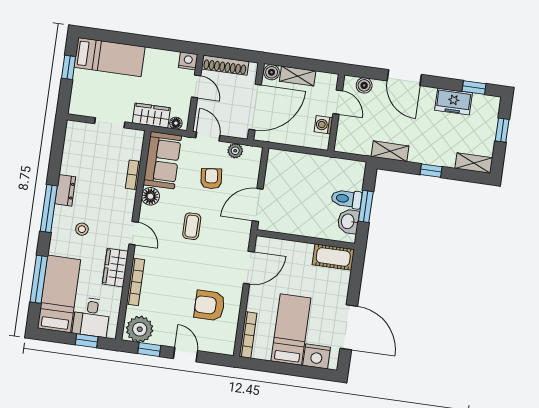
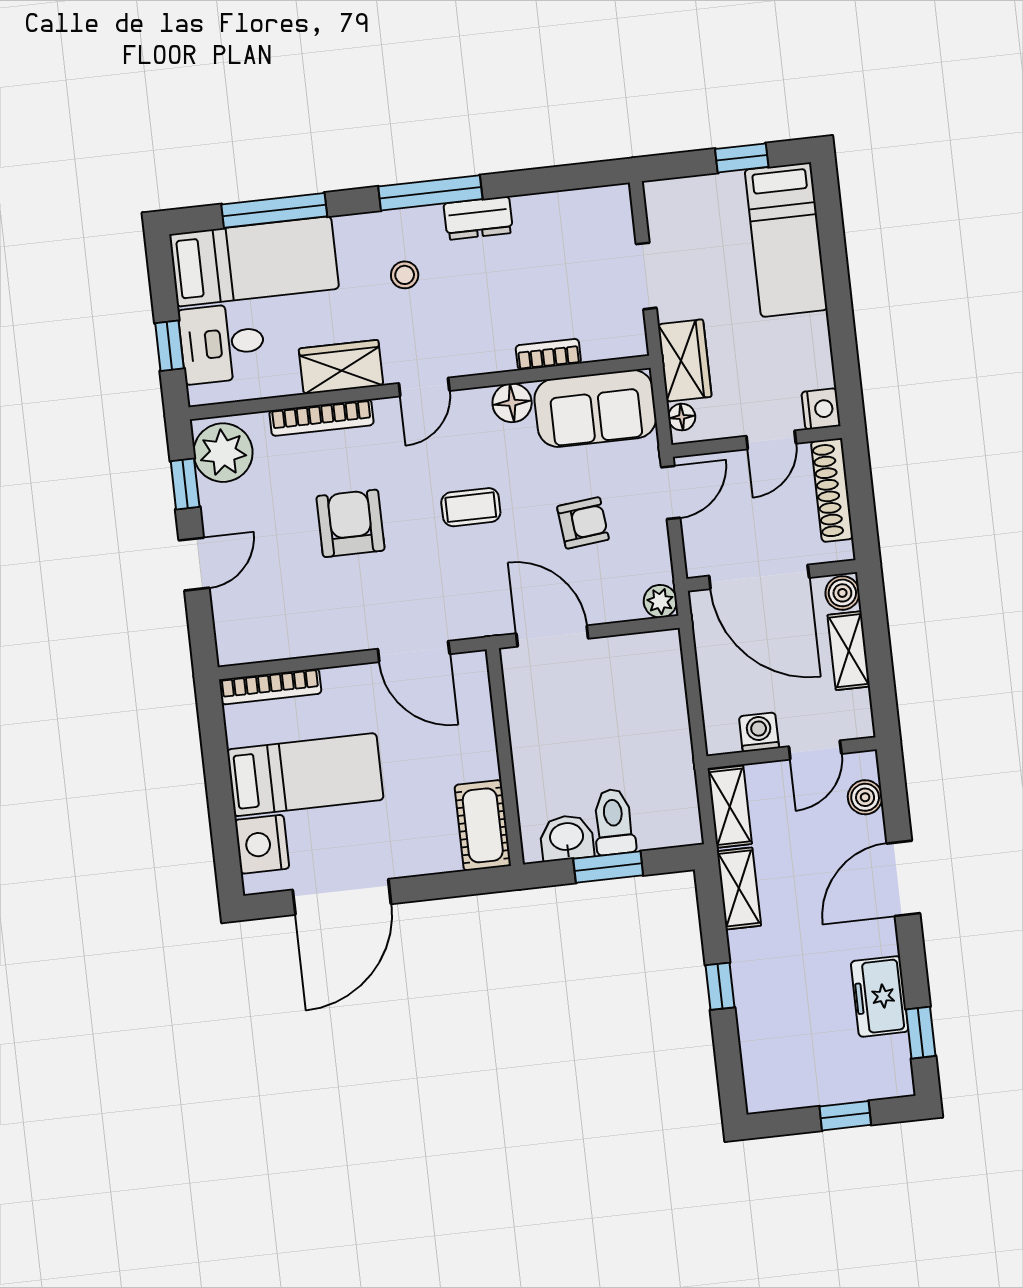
plant: (235, 151) -> (660, 601), moved
shelving: (474, 163) -> (730, 807), moved
armchair: (209, 305) -> (350, 523), moved

